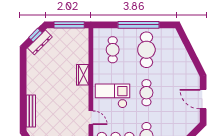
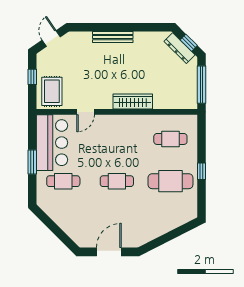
window: (138, 25) -> (201, 171), width x0.32
wardrobe: (83, 75) -> (133, 102), width x1.50
checkout: (113, 96) -> (113, 139), removed
bench: (31, 111) -> (113, 37), moved

